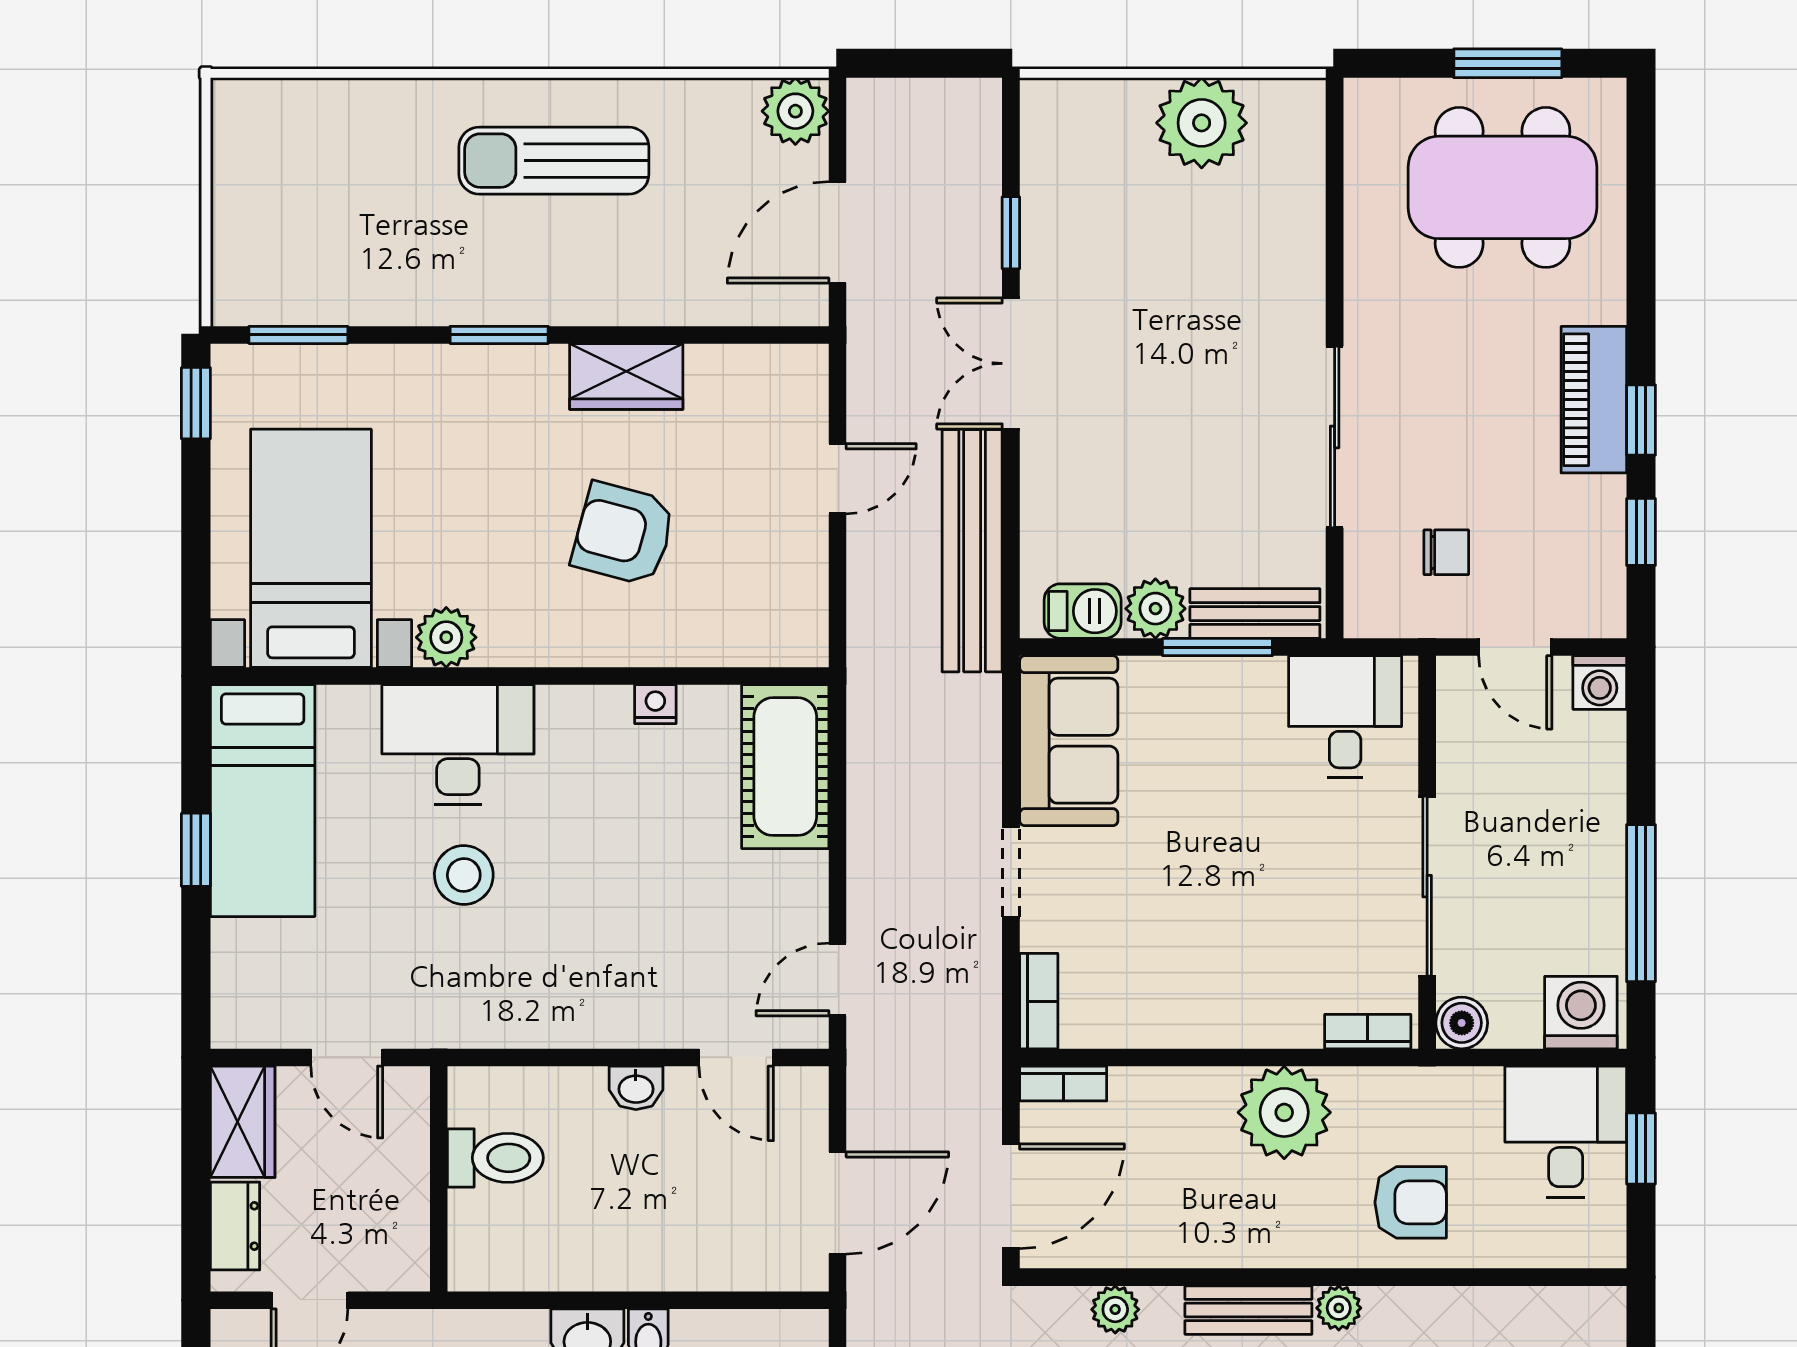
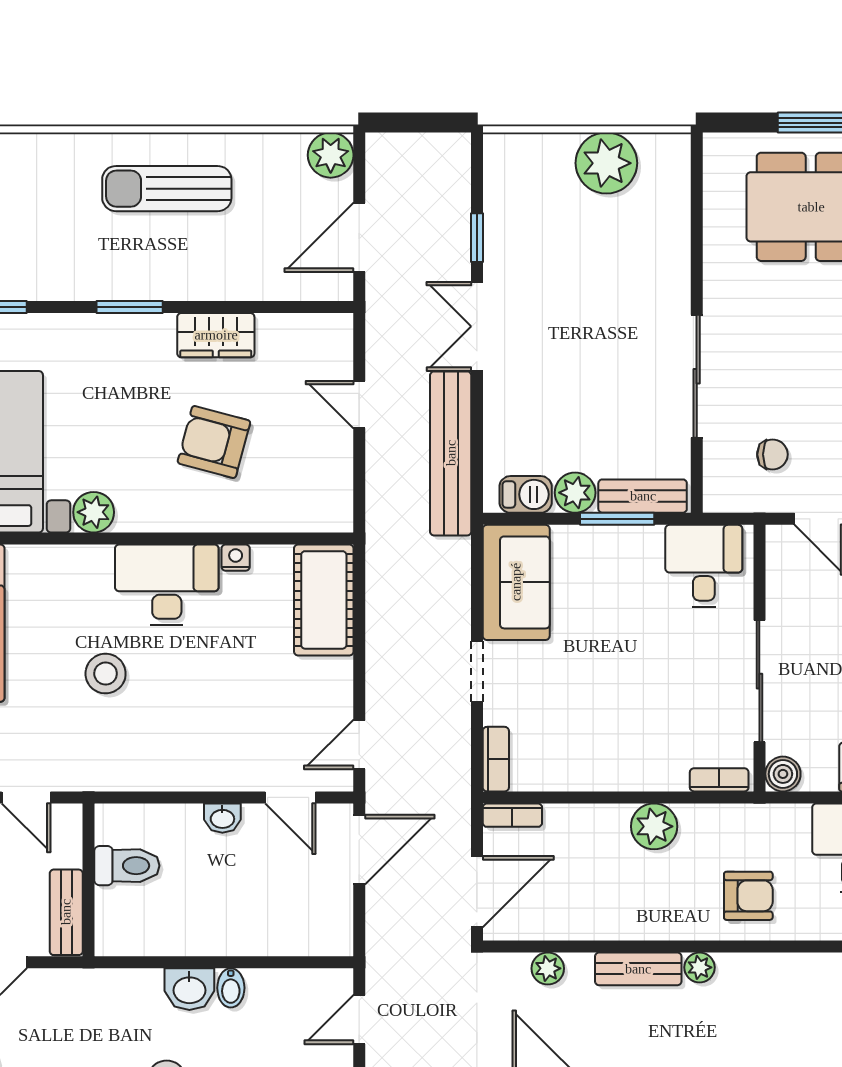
door: (838, 479) -> (359, 405), swing flipped
desk: (458, 744) -> (167, 585), moved
plant: (1284, 1112) -> (654, 826), width x0.73, depth x0.73
door: (838, 1203) -> (359, 850), moved
bench: (406, 1227) -> (66, 912), added

